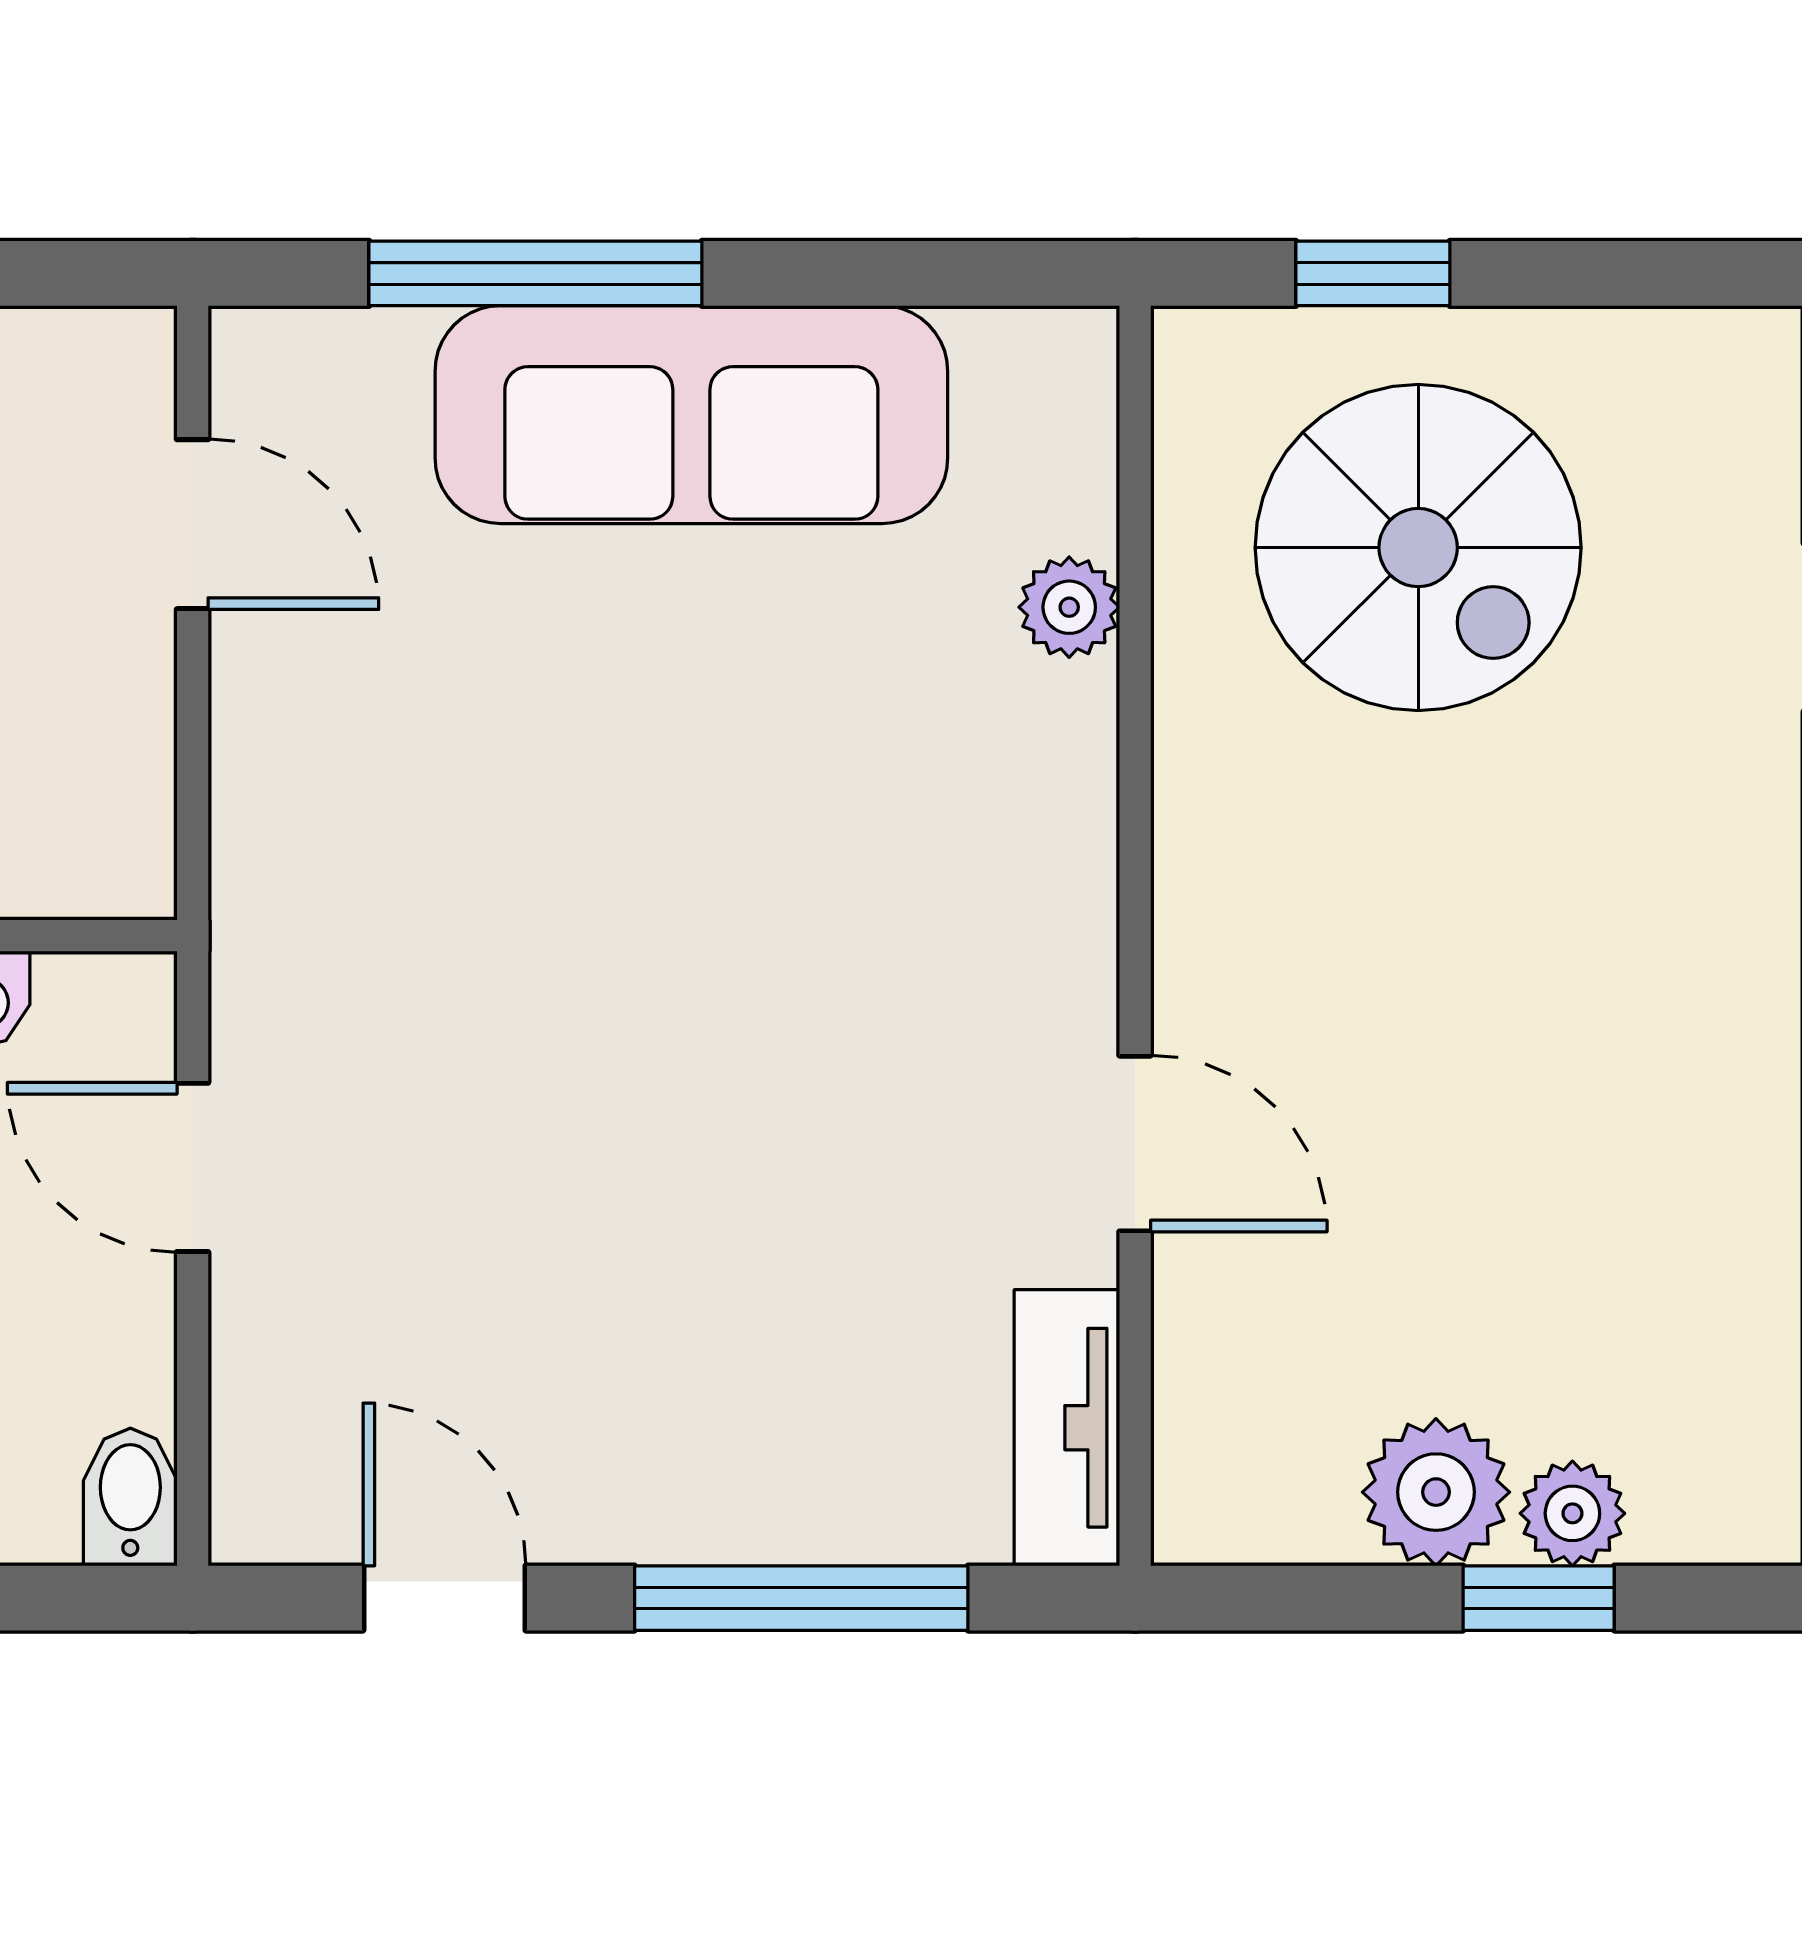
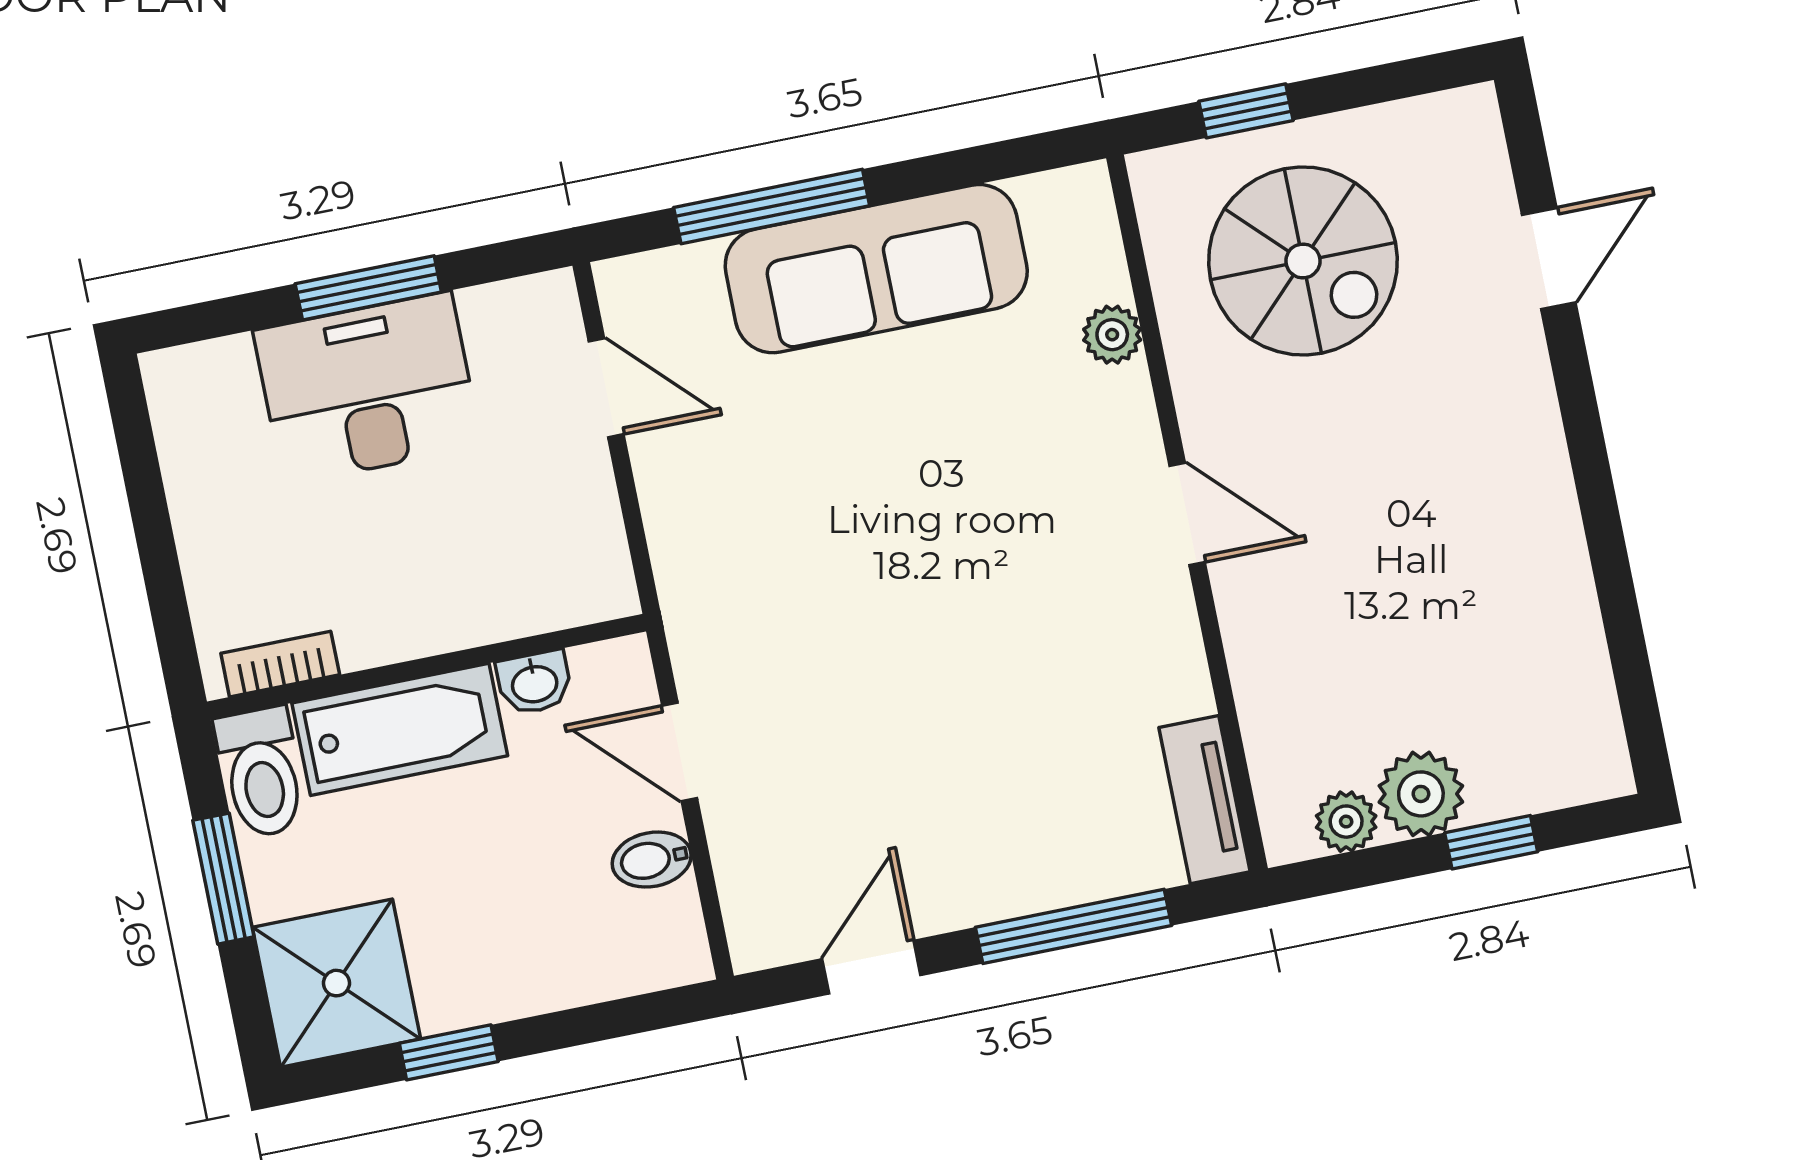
door: (1135, 1144) -> (1187, 514), moved
bidet: (130, 1497) -> (652, 860), moved, turned -90
plant: (1572, 1513) -> (1346, 822), moved
door: (444, 1598) -> (871, 967), hinge flipped

